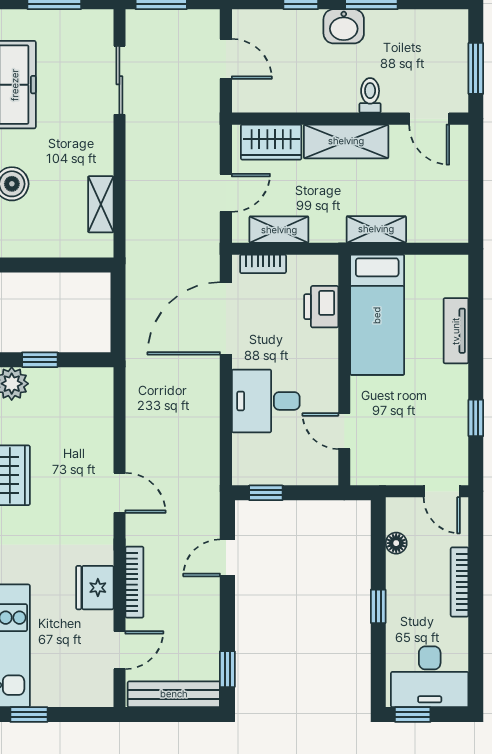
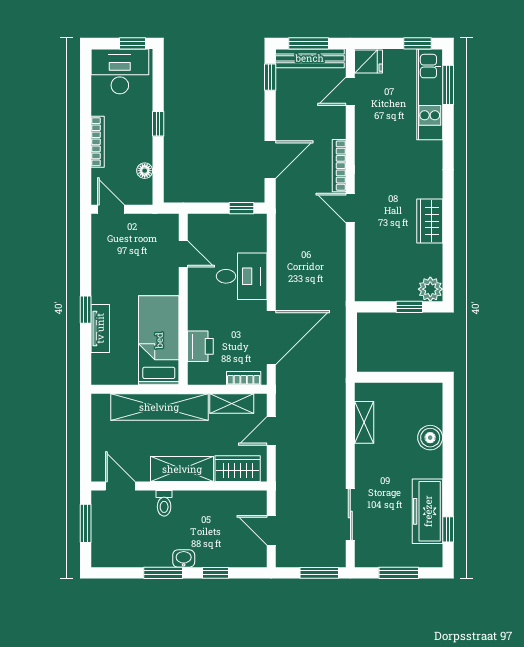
washbasin: (344, 26) -> (184, 559), width x0.72, depth x0.69
shelving: (376, 229) -> (159, 407), width x2.20, depth x1.33
window: (476, 418) -> (86, 310), moved
door: (227, 558) -> (270, 160), width x1.38
bookcase: (134, 582) -> (339, 166), moved
fridge: (95, 588) -> (369, 61), moved, width x0.72
window: (175, 715) -> (309, 43), added

